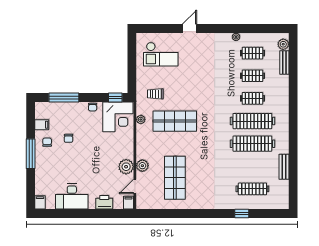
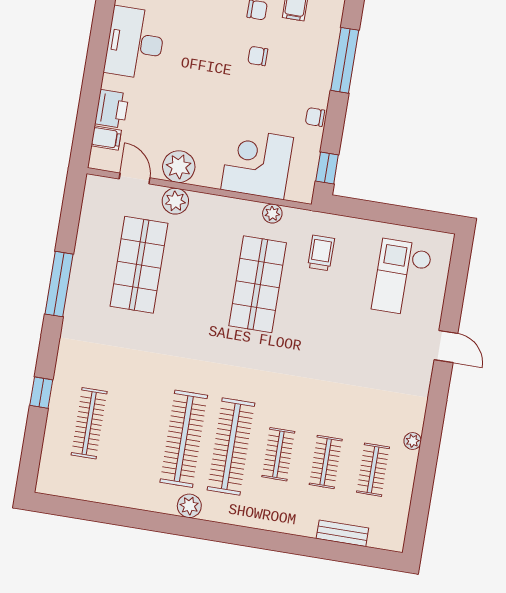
plant: (283, 44) -> (189, 506), moved
corner desk: (118, 117) -> (257, 164), moved, turned 90
bench: (284, 167) -> (125, 497), removed
shop shelf: (175, 178) -> (139, 265), turned 90
filing cabinet: (128, 203) -> (106, 138), moved
window: (190, 213) -> (59, 284), added

